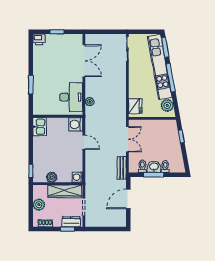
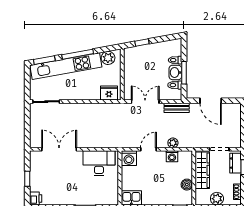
plant: (90, 102) -> (173, 143), moved
washing machine: (77, 177) -> (172, 156), moved

